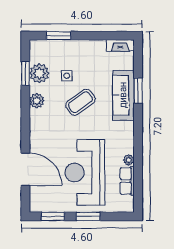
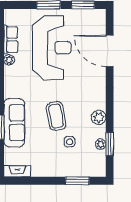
plant: (39, 73) -> (101, 144), width x0.53, depth x0.53
coffee table: (80, 102) -> (56, 116), turned -64

